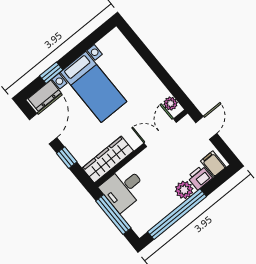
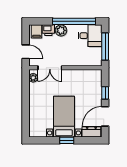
window: (51, 73) -> (67, 140), moved
door: (206, 128) -> (26, 52), swing flipped
wardrobe: (108, 160) -> (86, 76), removed
desk: (123, 189) -> (90, 36), moved

